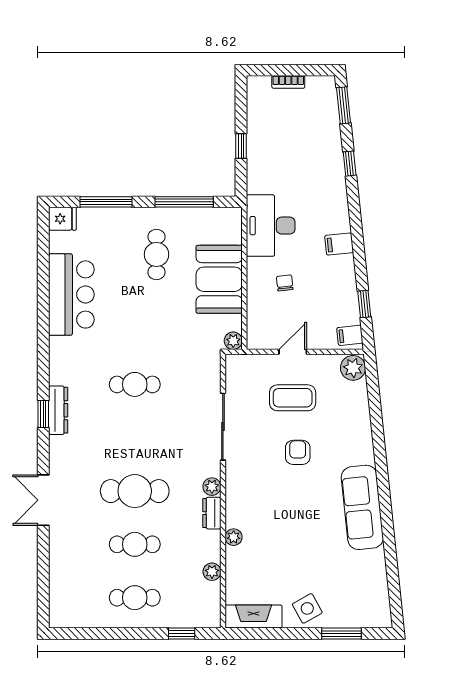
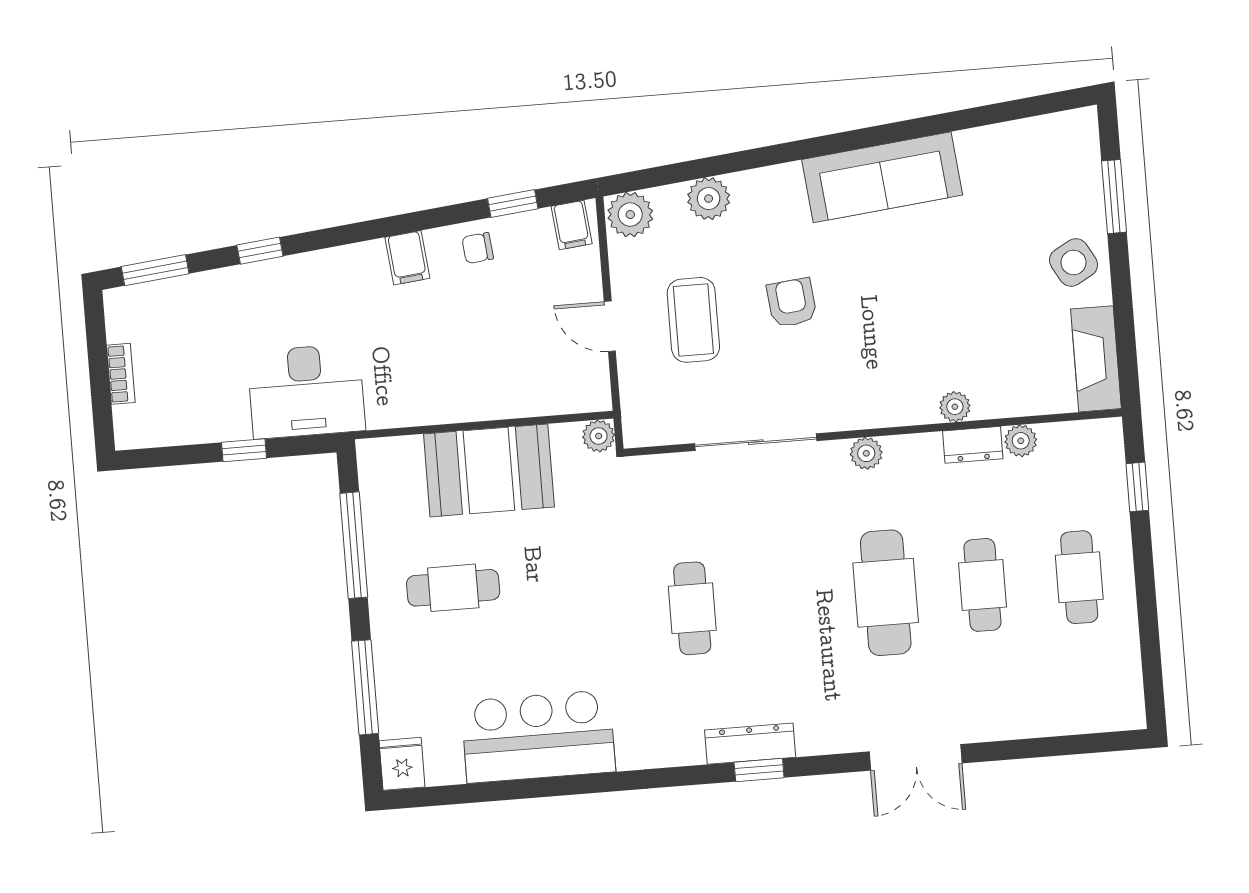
desk: (271, 226) -> (306, 391), moved
chair: (285, 283) -> (478, 248), moved
plant: (358, 411) -> (709, 199), added
armchair: (298, 452) -> (792, 303), turned 84
dresser: (212, 513) -> (973, 445), moved

